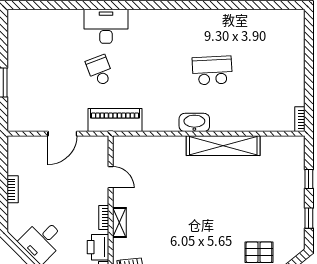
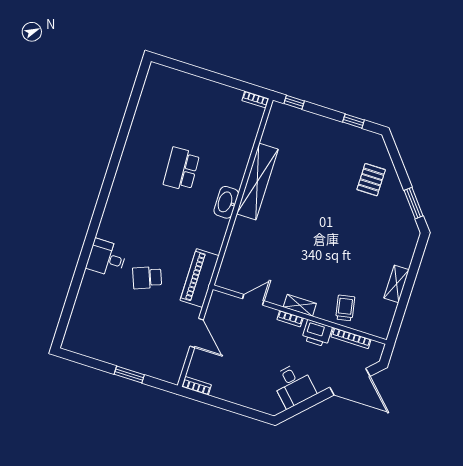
desk: (106, 26) -> (106, 258), width x0.73
window: (309, 179) -> (294, 102), moved
bookcase: (13, 189) -> (197, 386), moved

